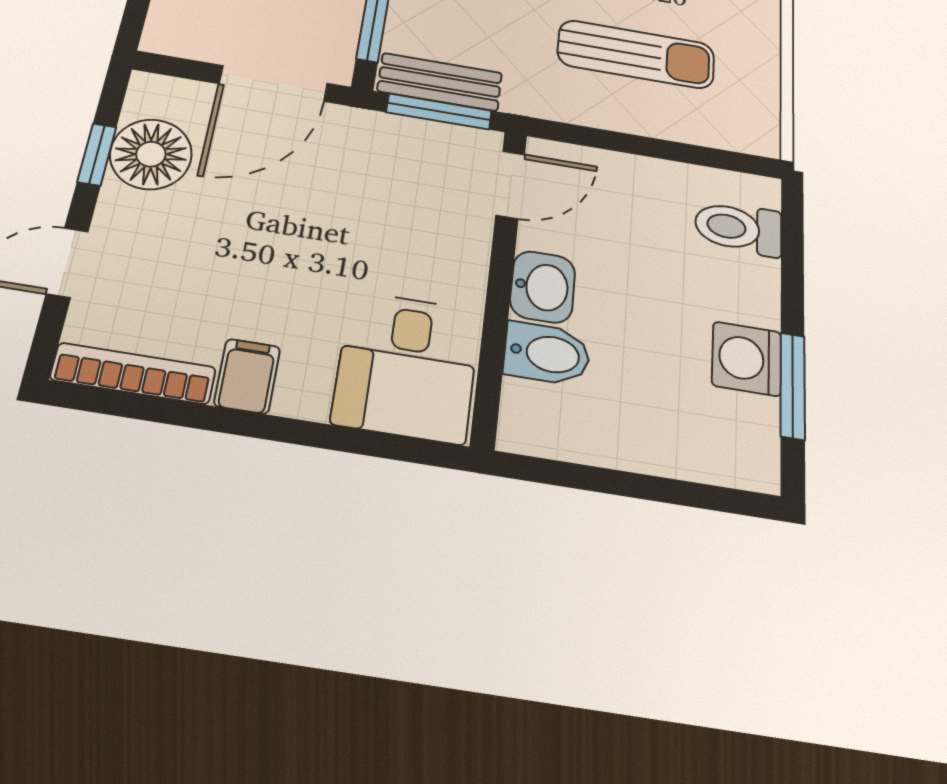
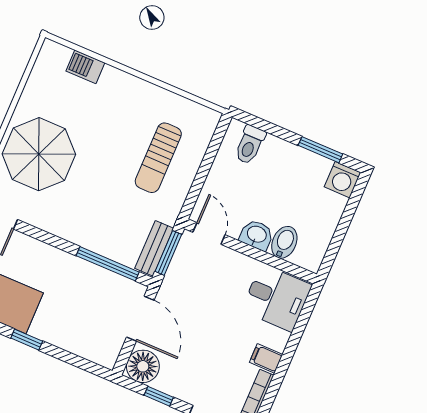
sun lounger: (636, 54) -> (158, 158), turned 180
floor lamp: (151, 154) -> (143, 366), moved
washing machine: (747, 359) -> (342, 180), moved

